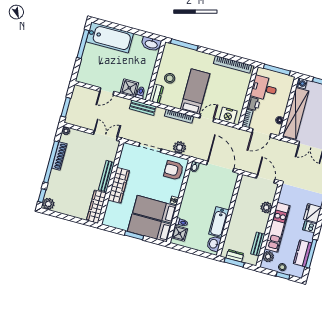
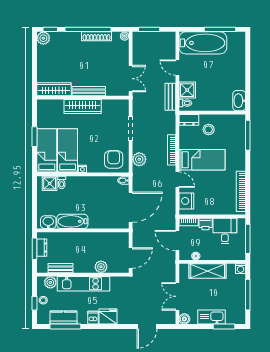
bathtub: (110, 37) -> (203, 43), moved, turned -90
bench: (143, 108) -> (170, 97), moved
shelving: (296, 113) -> (208, 271), width x0.68

